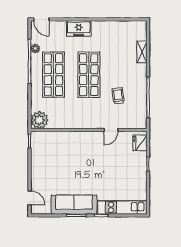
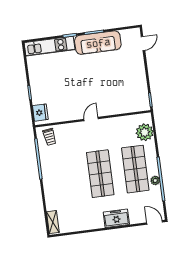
plant: (35, 48) -> (155, 180), moved
shelving: (142, 52) -> (53, 222), moved
trolley: (118, 96) -> (50, 137), moved
plant: (39, 120) -> (145, 132), moved
door: (111, 130) -> (91, 119), moved
door: (30, 198) -> (143, 43), swing flipped

